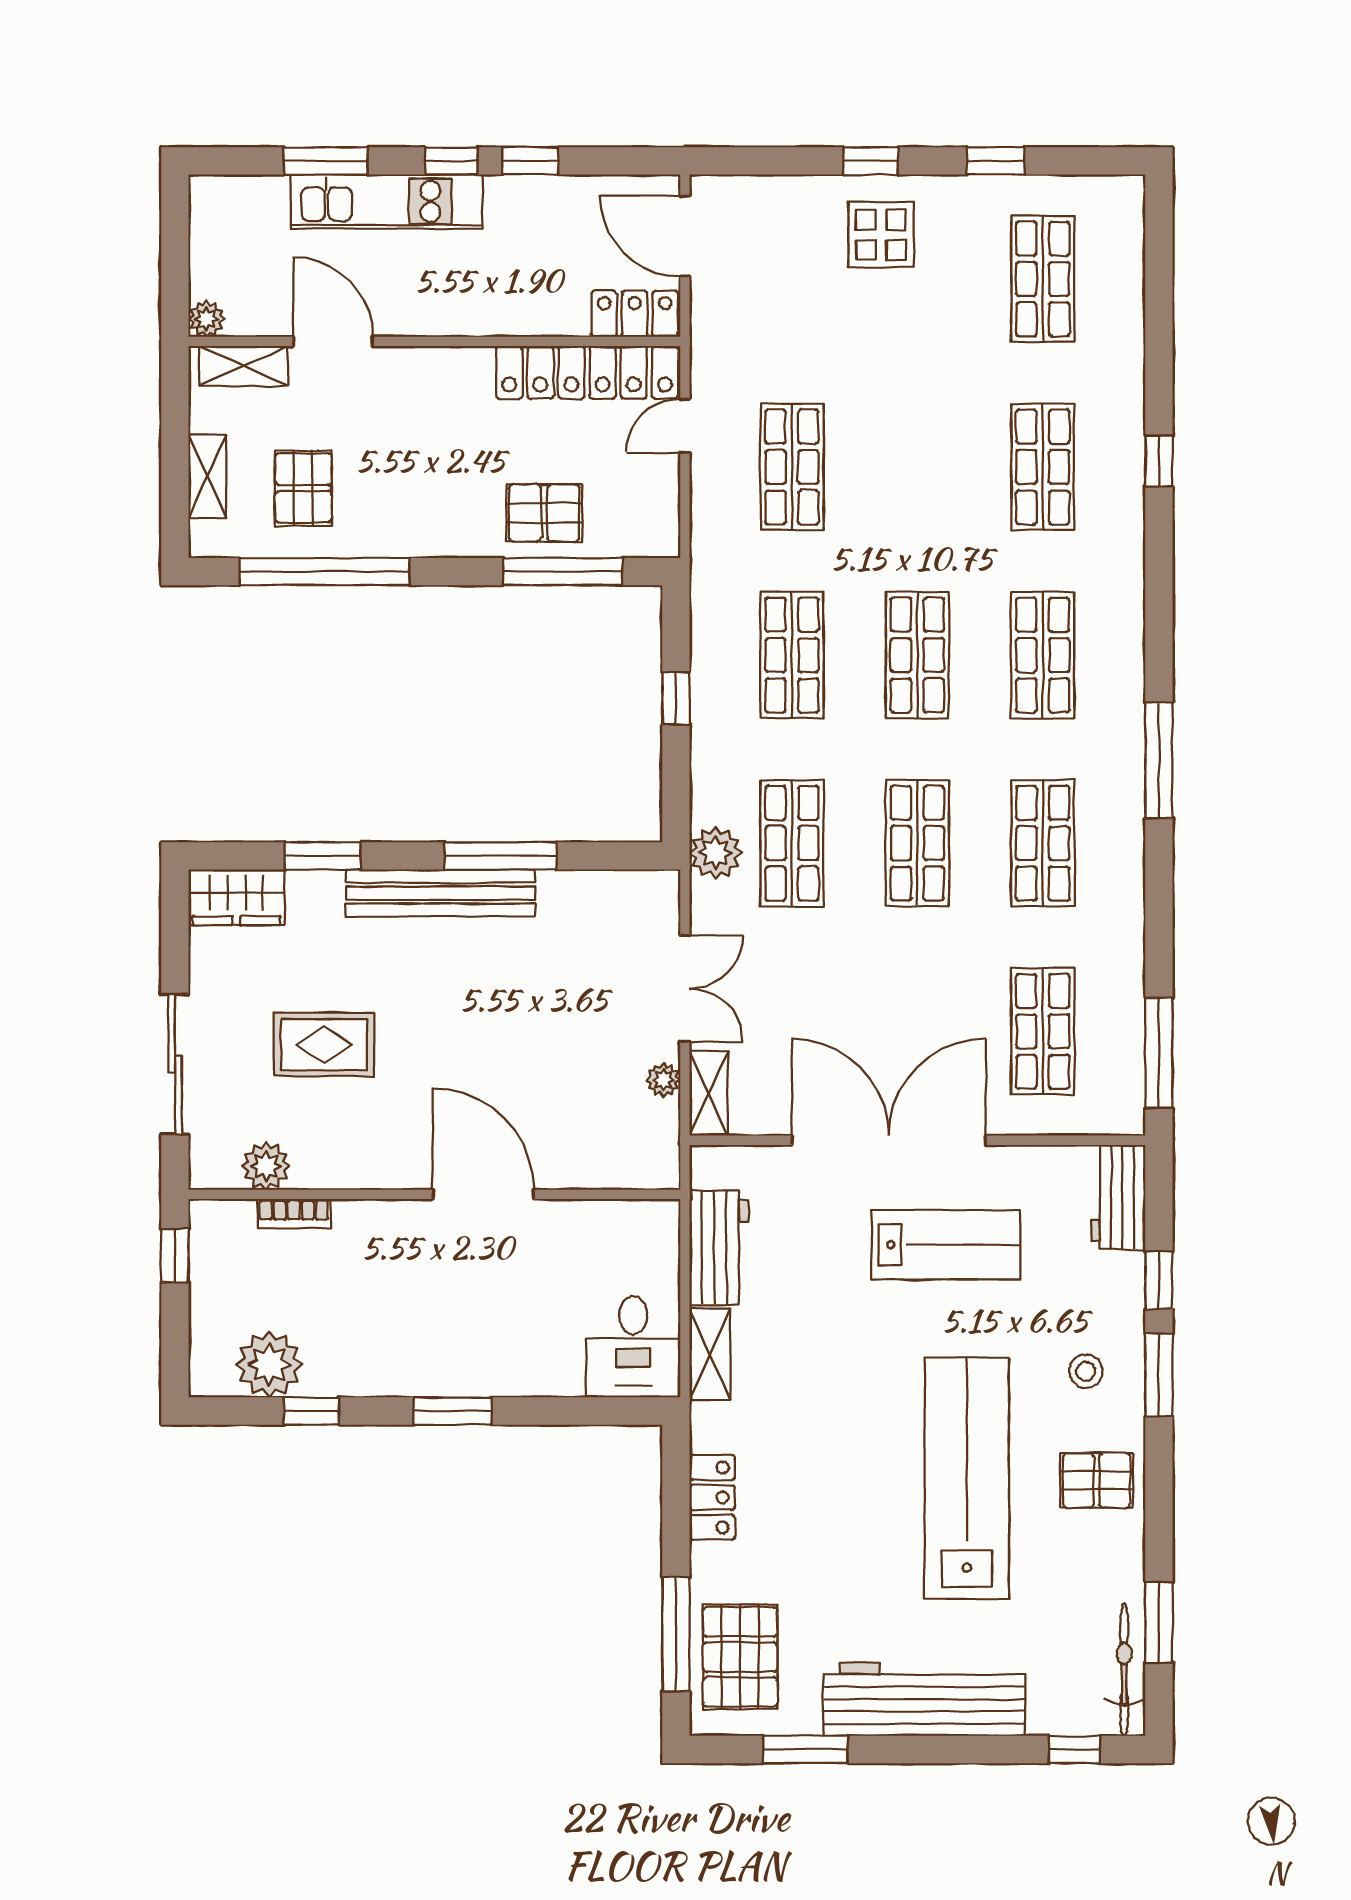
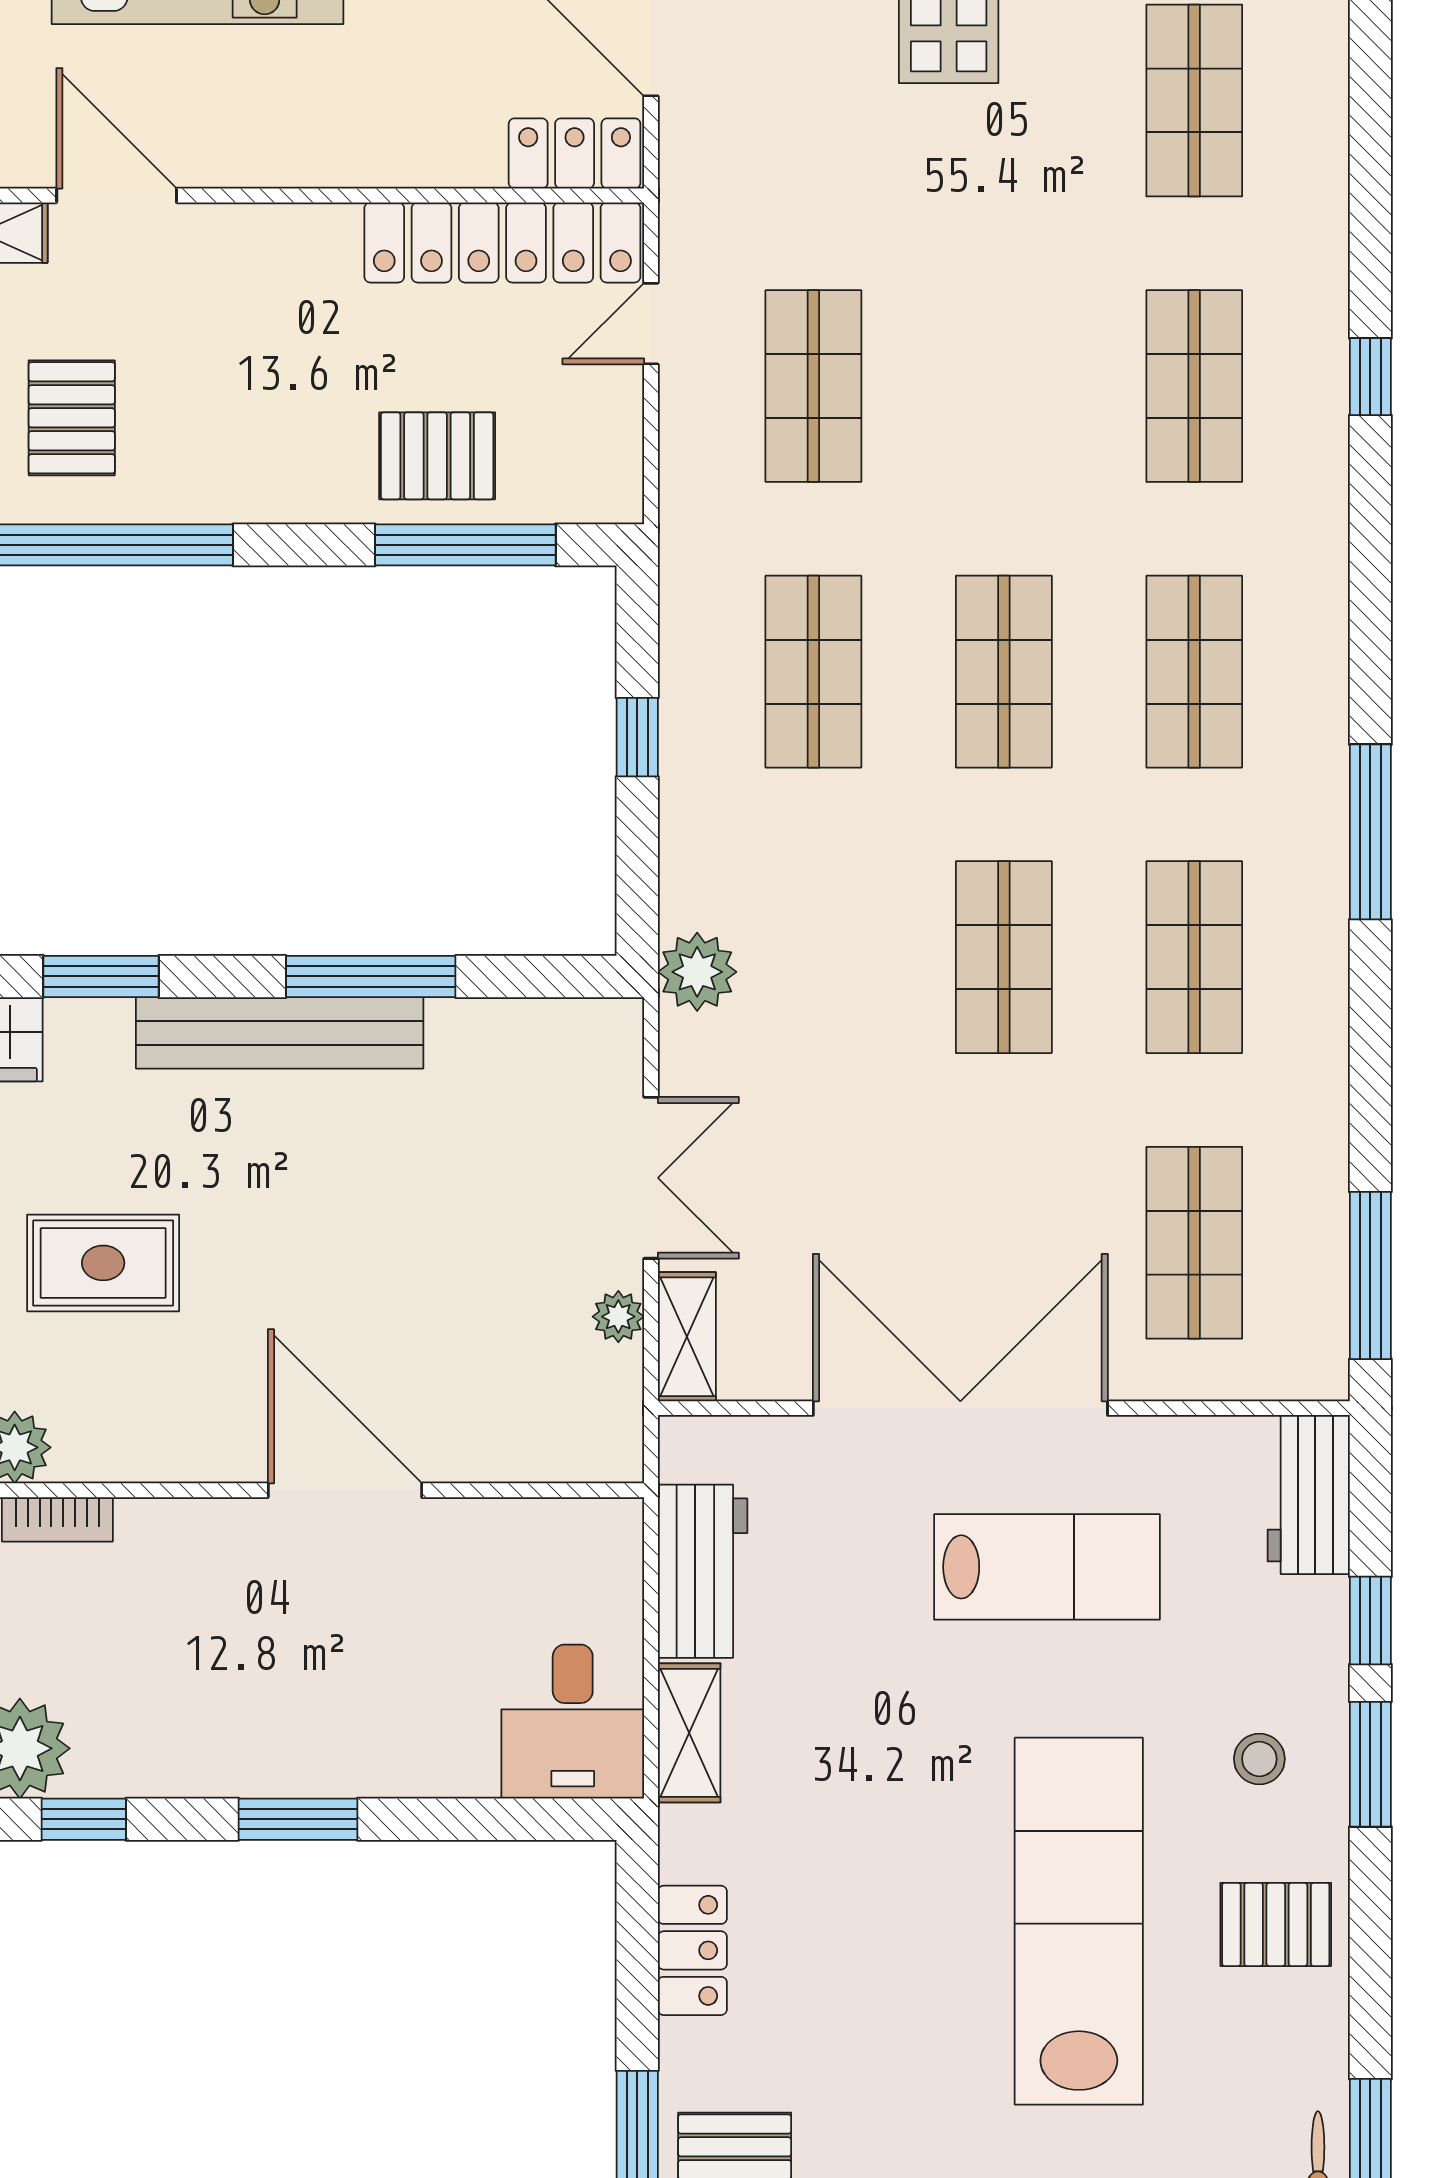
shop shelf: (792, 843) -> (813, 957), removed

